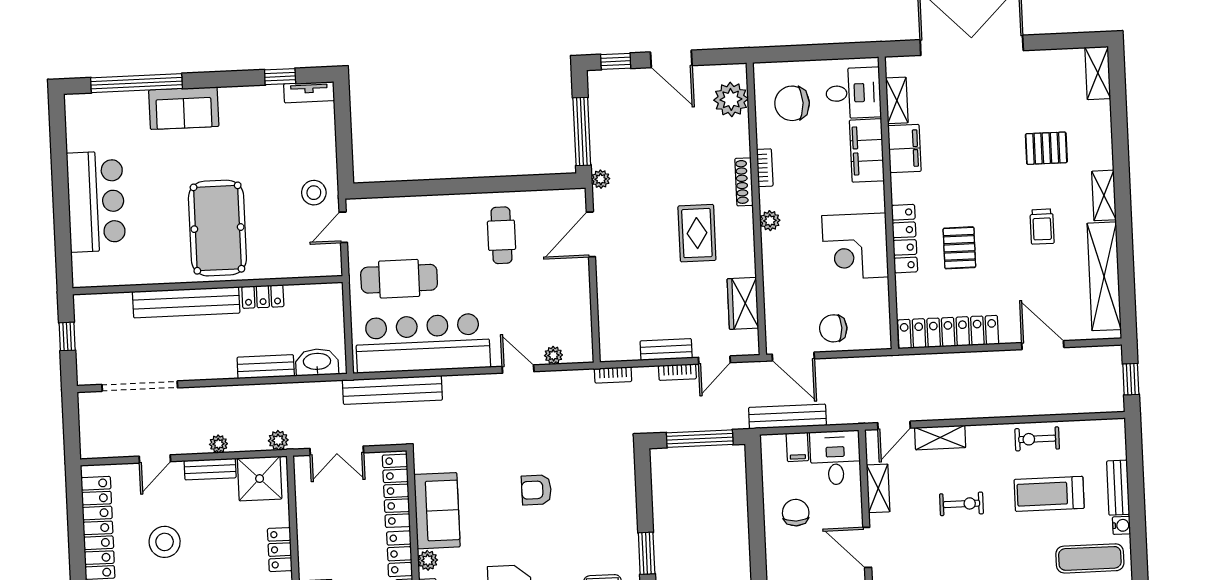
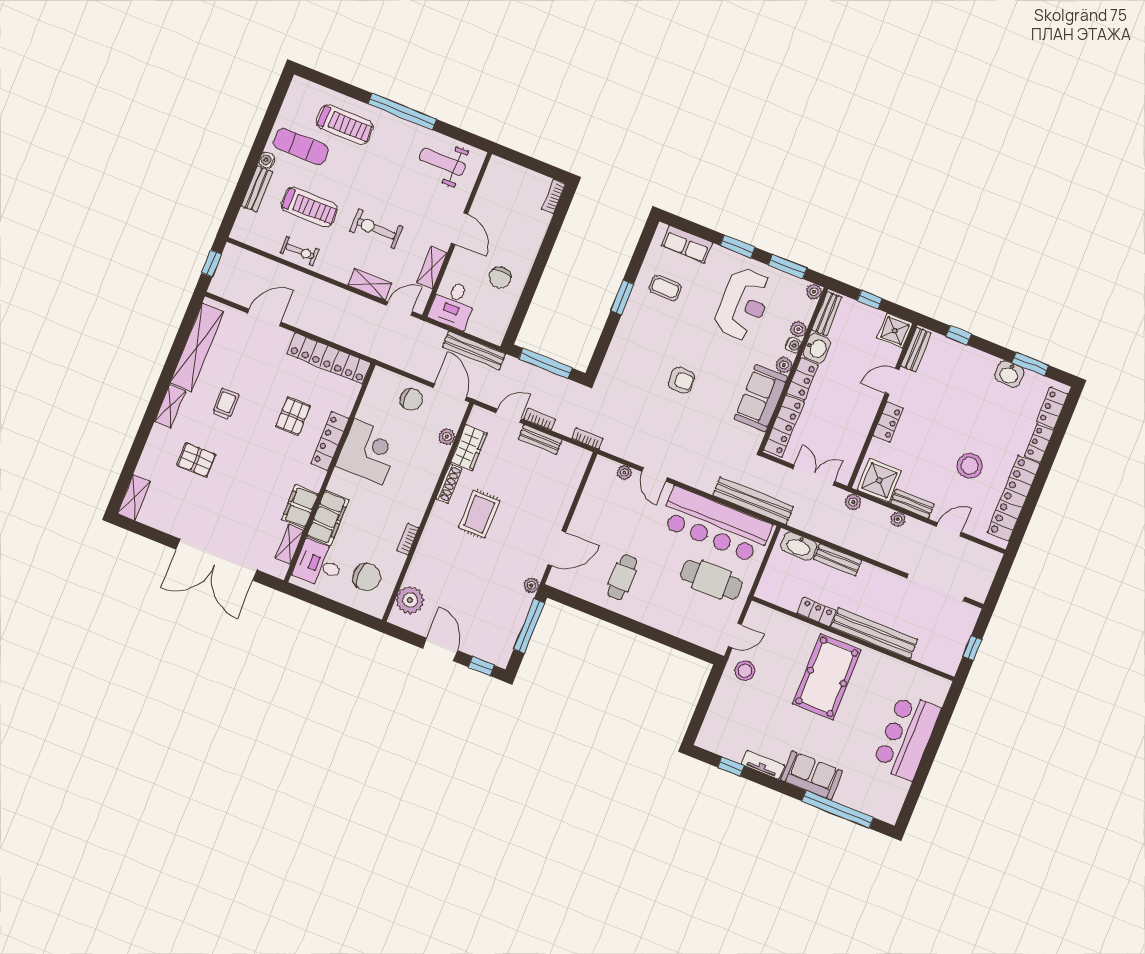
tv unit: (309, 92) -> (763, 765), moved
shoe rack: (744, 182) -> (449, 484), moved
plant: (770, 221) -> (447, 437), moved
door: (1043, 345) -> (264, 317), swing flipped
filing cabinet: (797, 447) -> (477, 325), removed
exercise bike: (961, 504) -> (376, 229), width x1.38, depth x1.39

